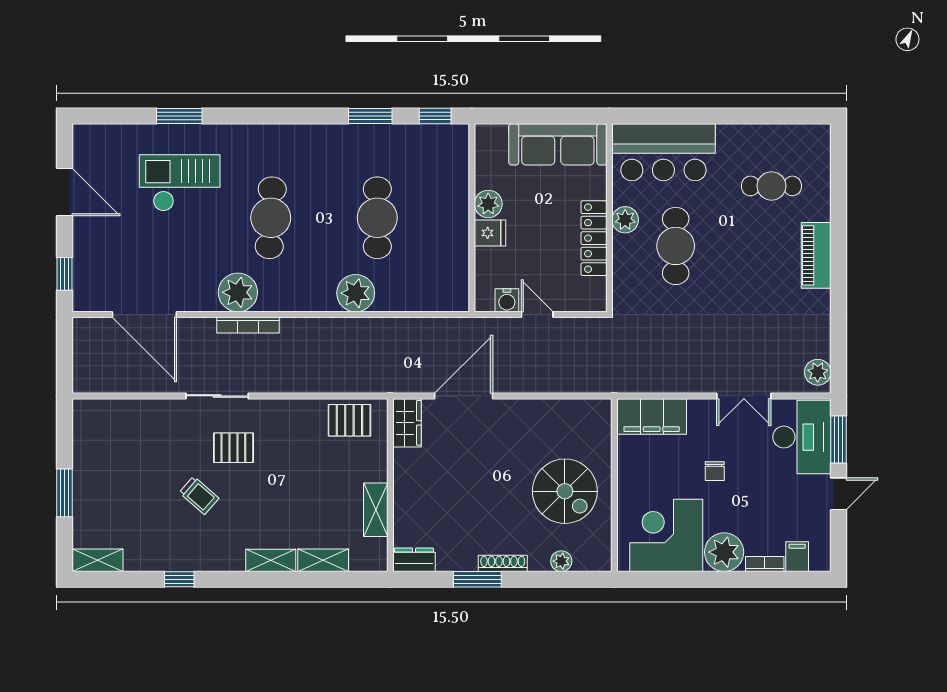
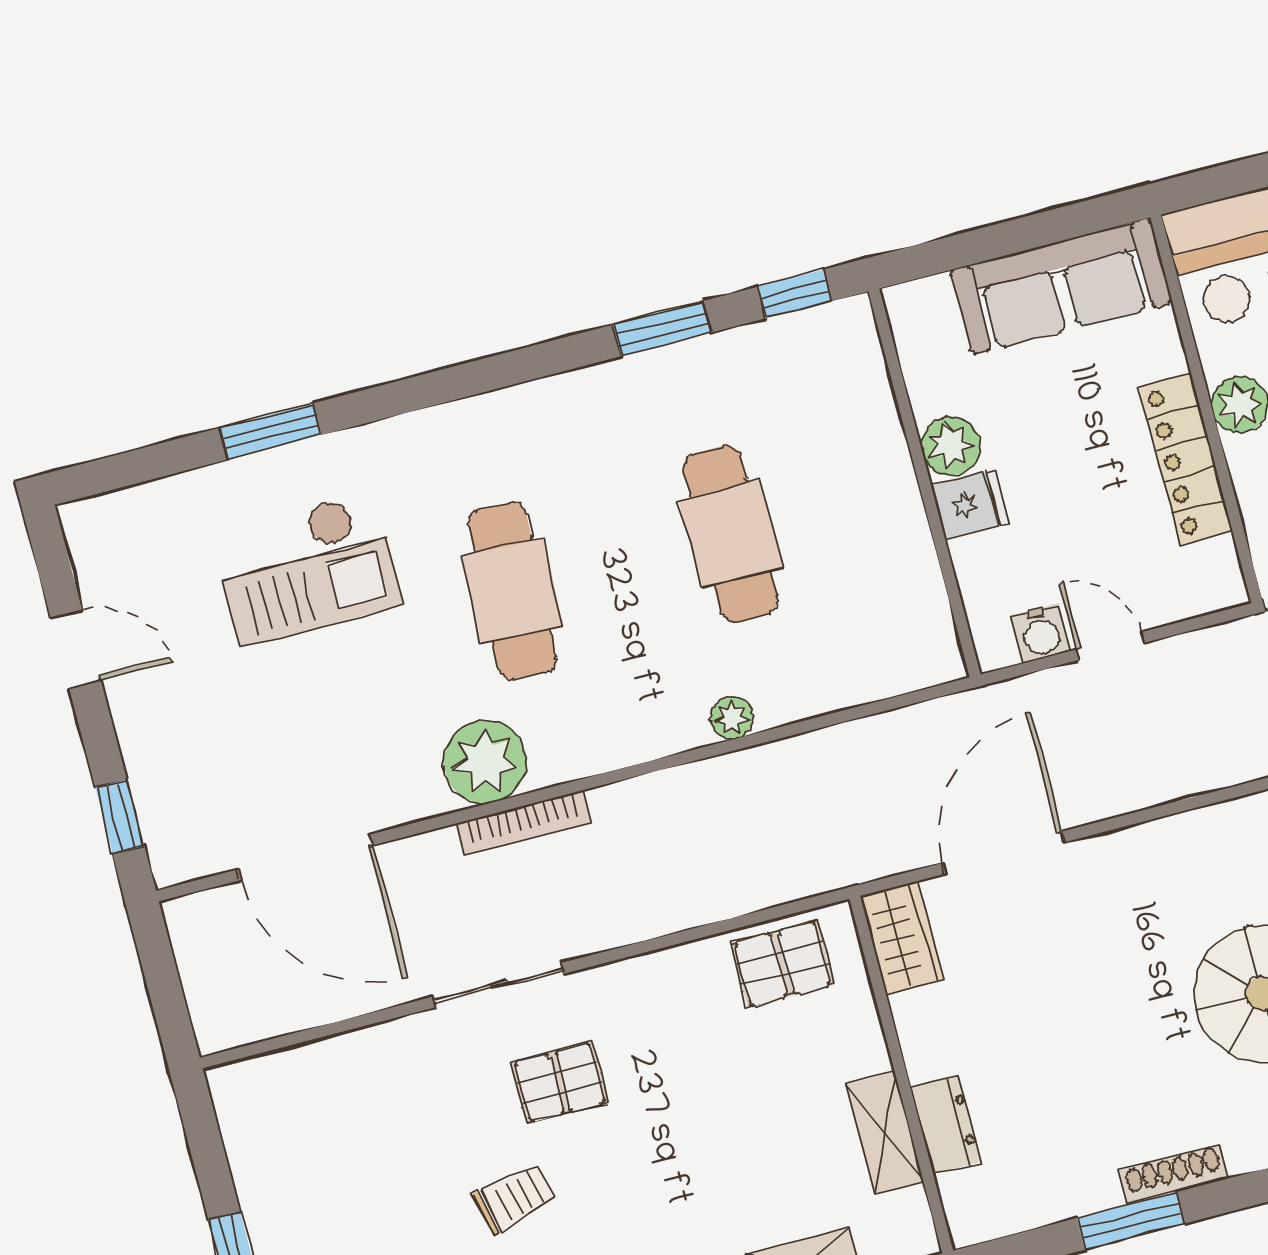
checkout: (180, 183) -> (307, 569), turned 180
door: (64, 192) -> (76, 649), width x0.73
plant: (356, 293) -> (732, 718), width x0.53, depth x0.53
trolley: (199, 495) -> (515, 1199), turned -54
dresser: (414, 560) -> (946, 1125), moved, turned 90

